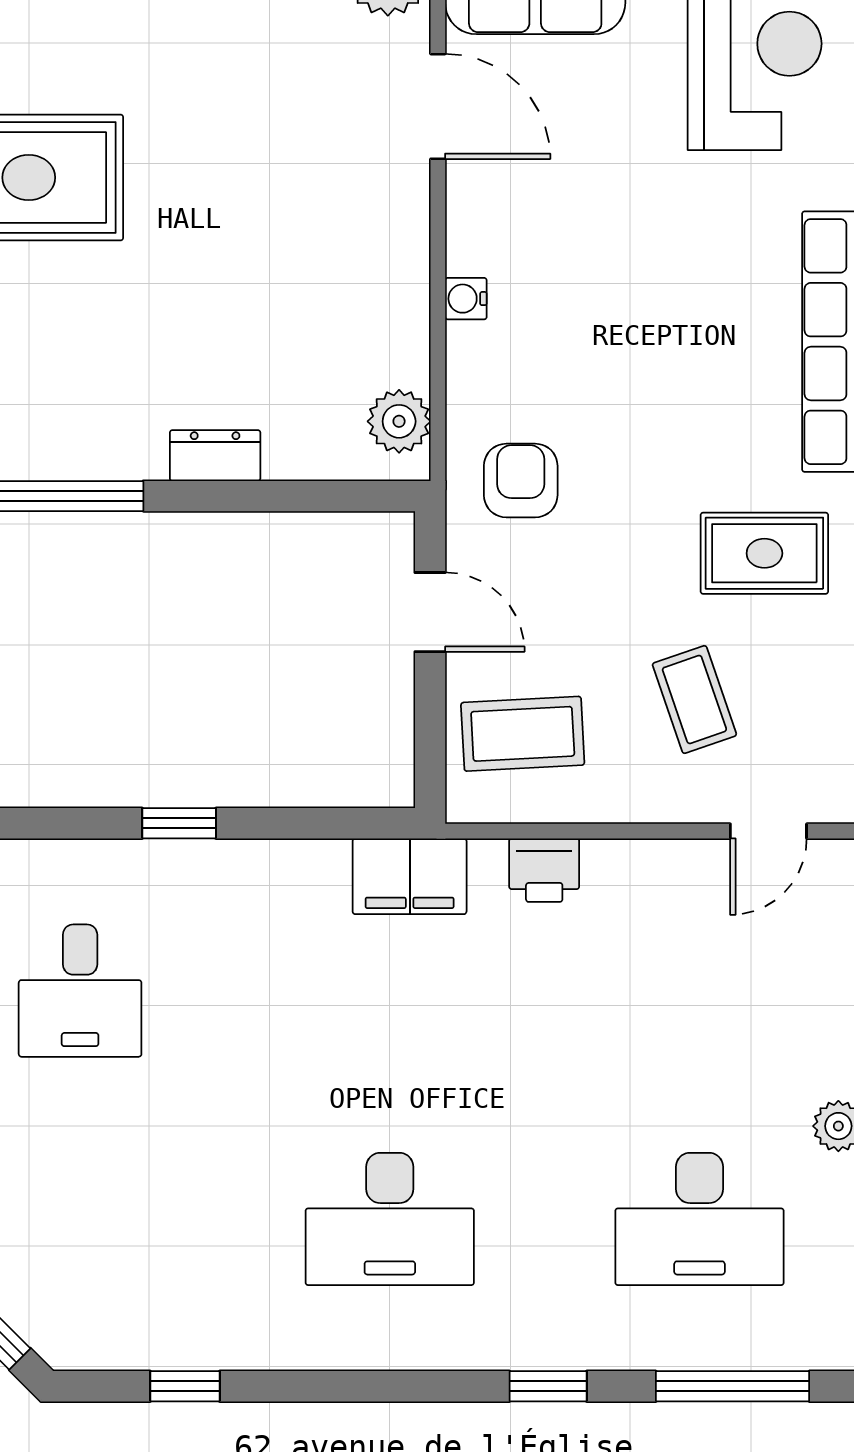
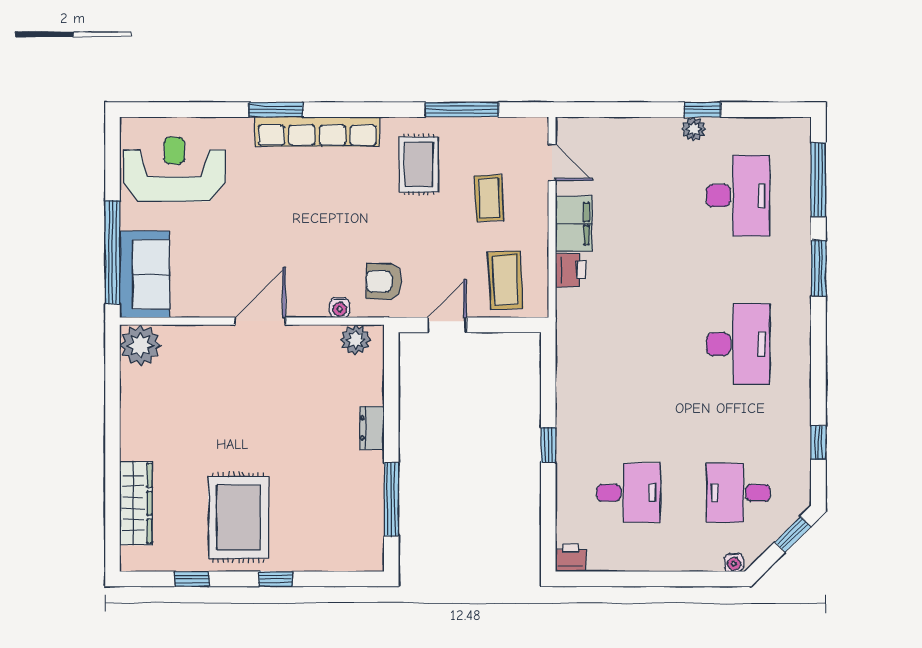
door: (438, 106) -> (260, 321), moved
water cooler: (466, 299) -> (340, 308), moved
coffee table: (694, 699) -> (489, 198), turned -74
filing cabinet: (410, 876) -> (574, 224), moved
desk: (80, 1219) -> (738, 493), added
window: (548, 1386) -> (818, 268), width x1.50

